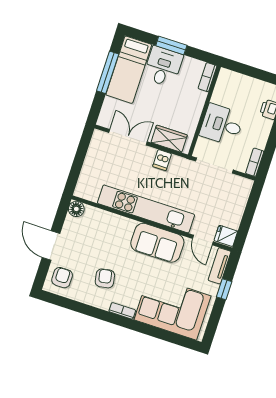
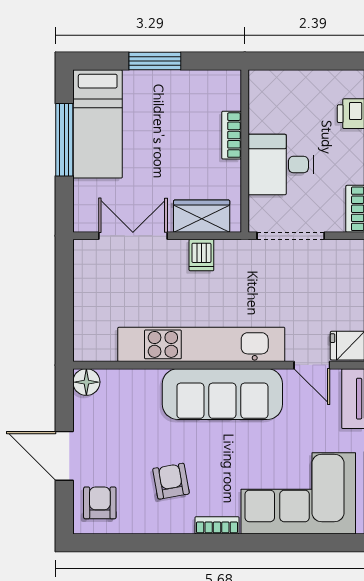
desk: (163, 67) -> (153, 100), removed
bookcase: (207, 77) -> (232, 135), moved
sofa: (157, 243) -> (222, 394), width x1.36

